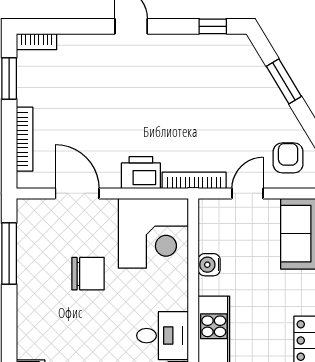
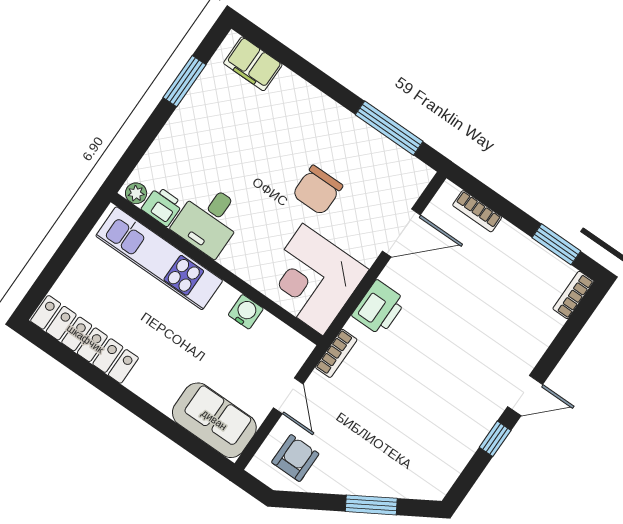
window: (213, 26) -> (495, 439), moved
bookcase: (25, 139) -> (477, 211), width x0.64
armchair: (288, 158) -> (295, 458), turned -90
bookcase: (194, 180) -> (336, 353), width x0.64

